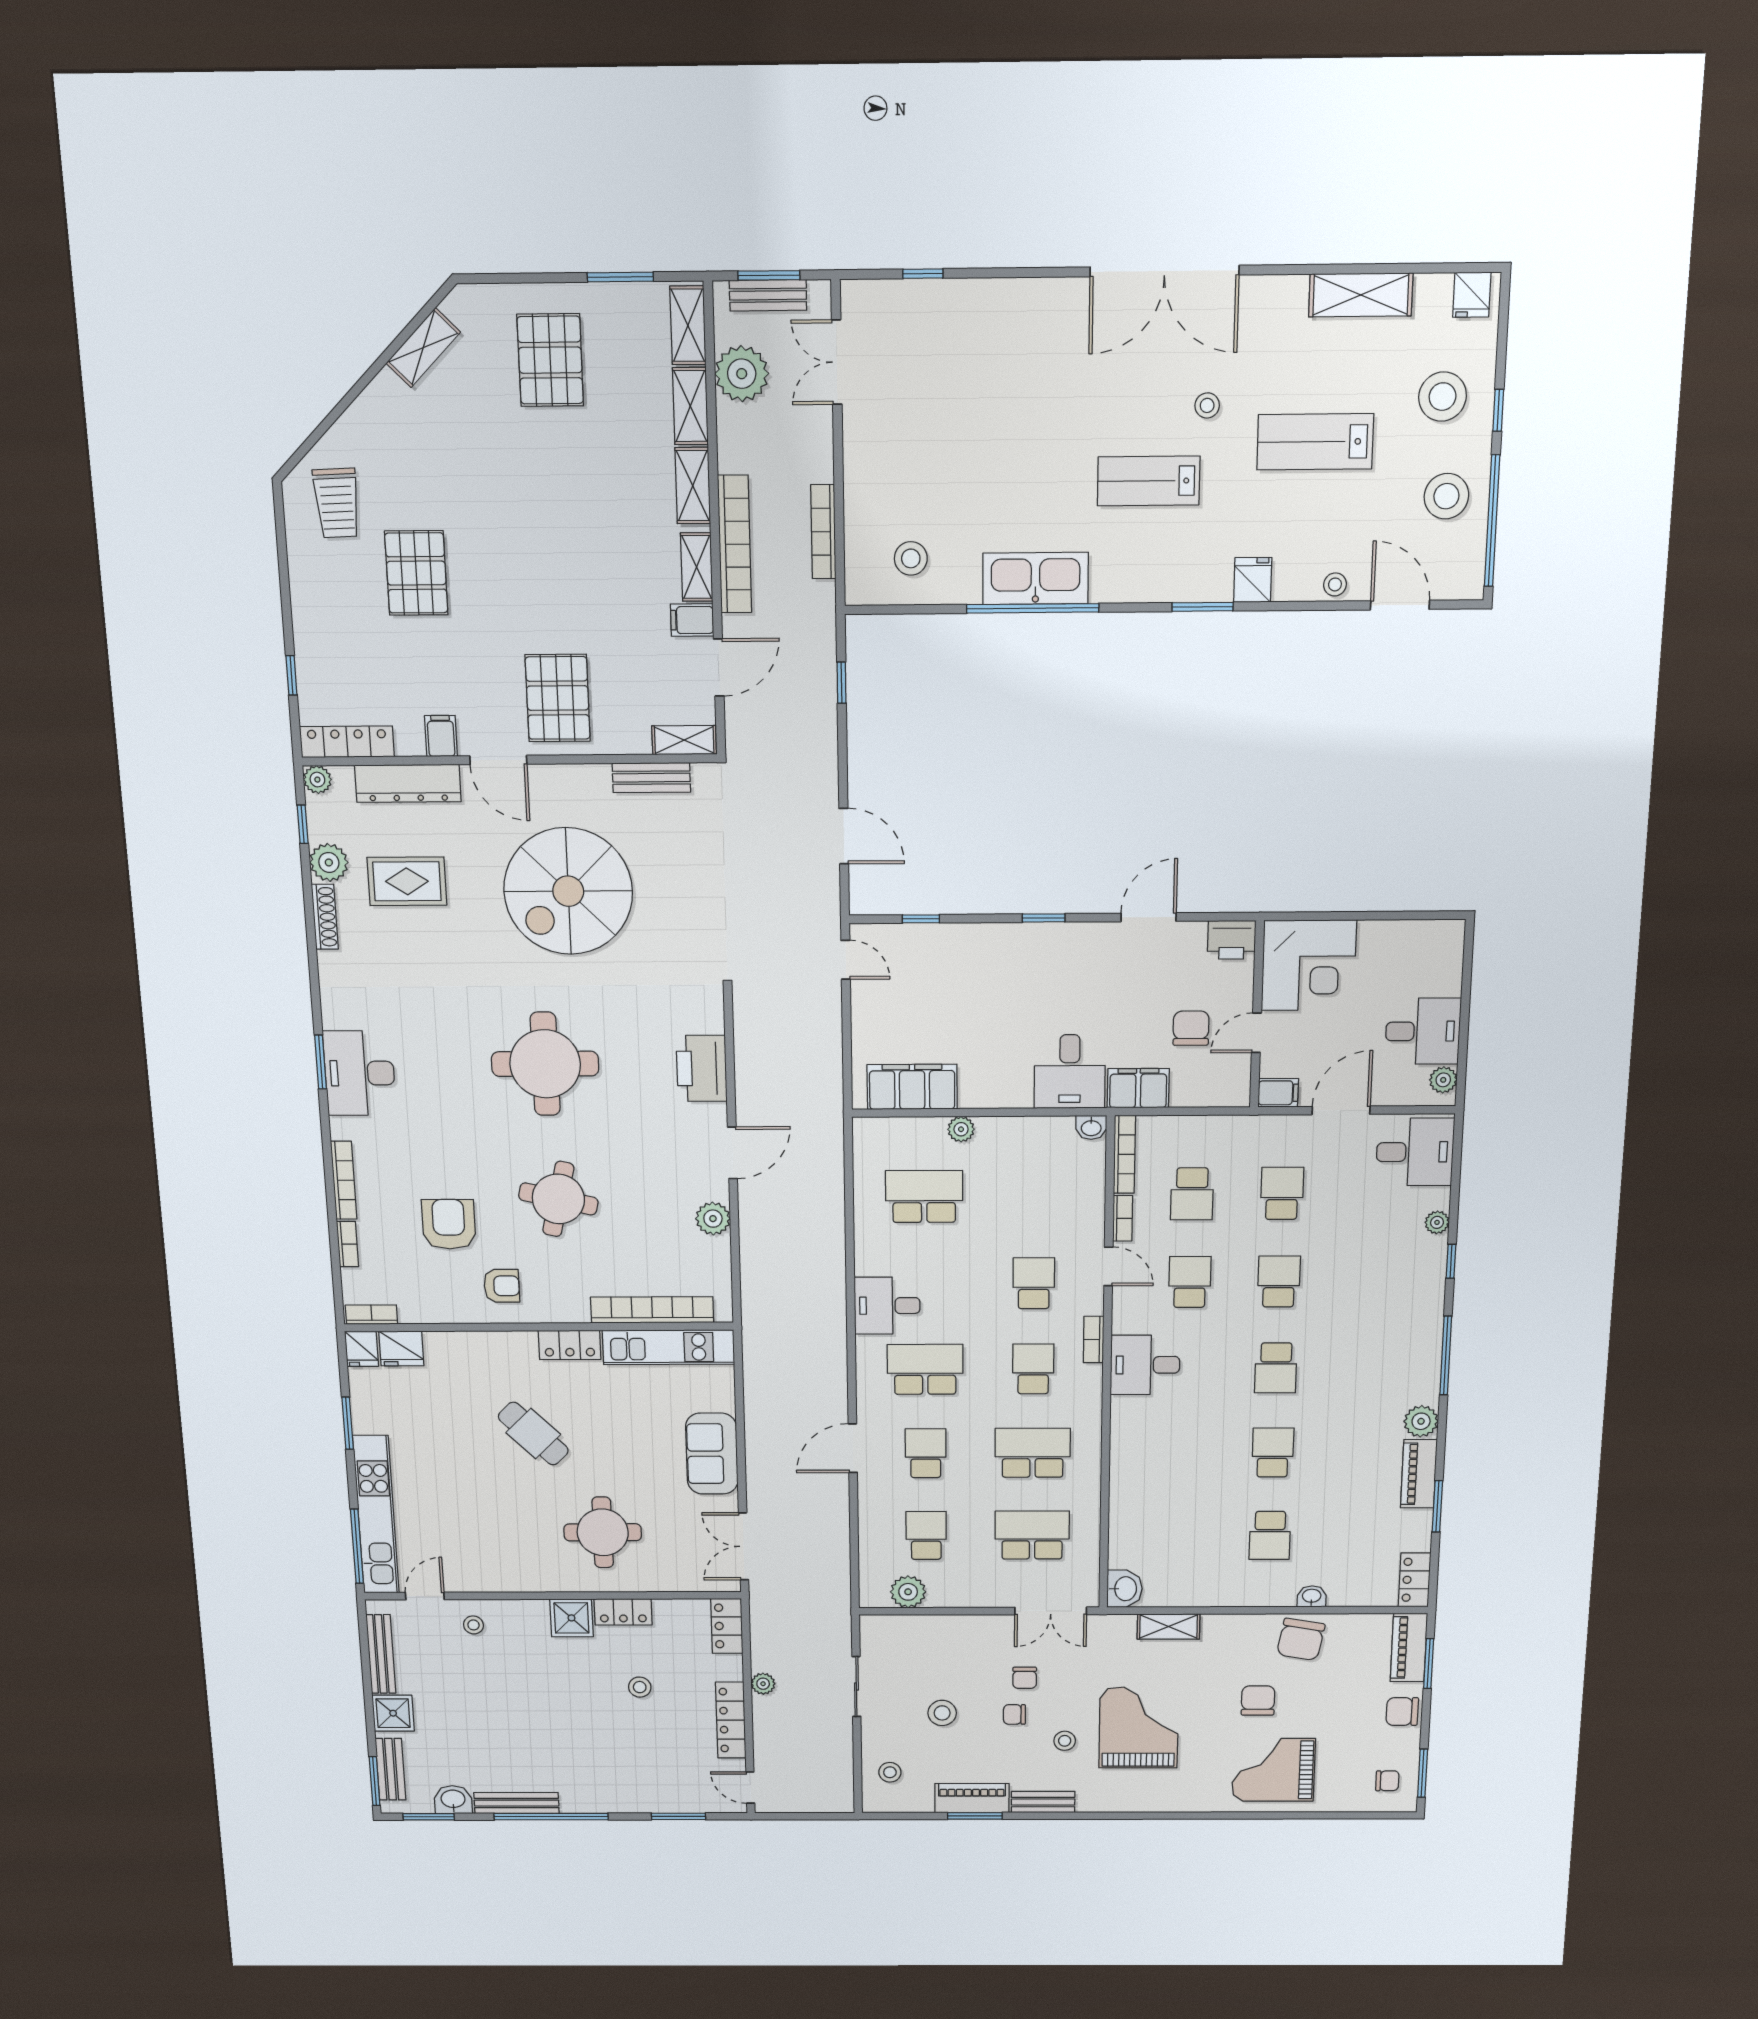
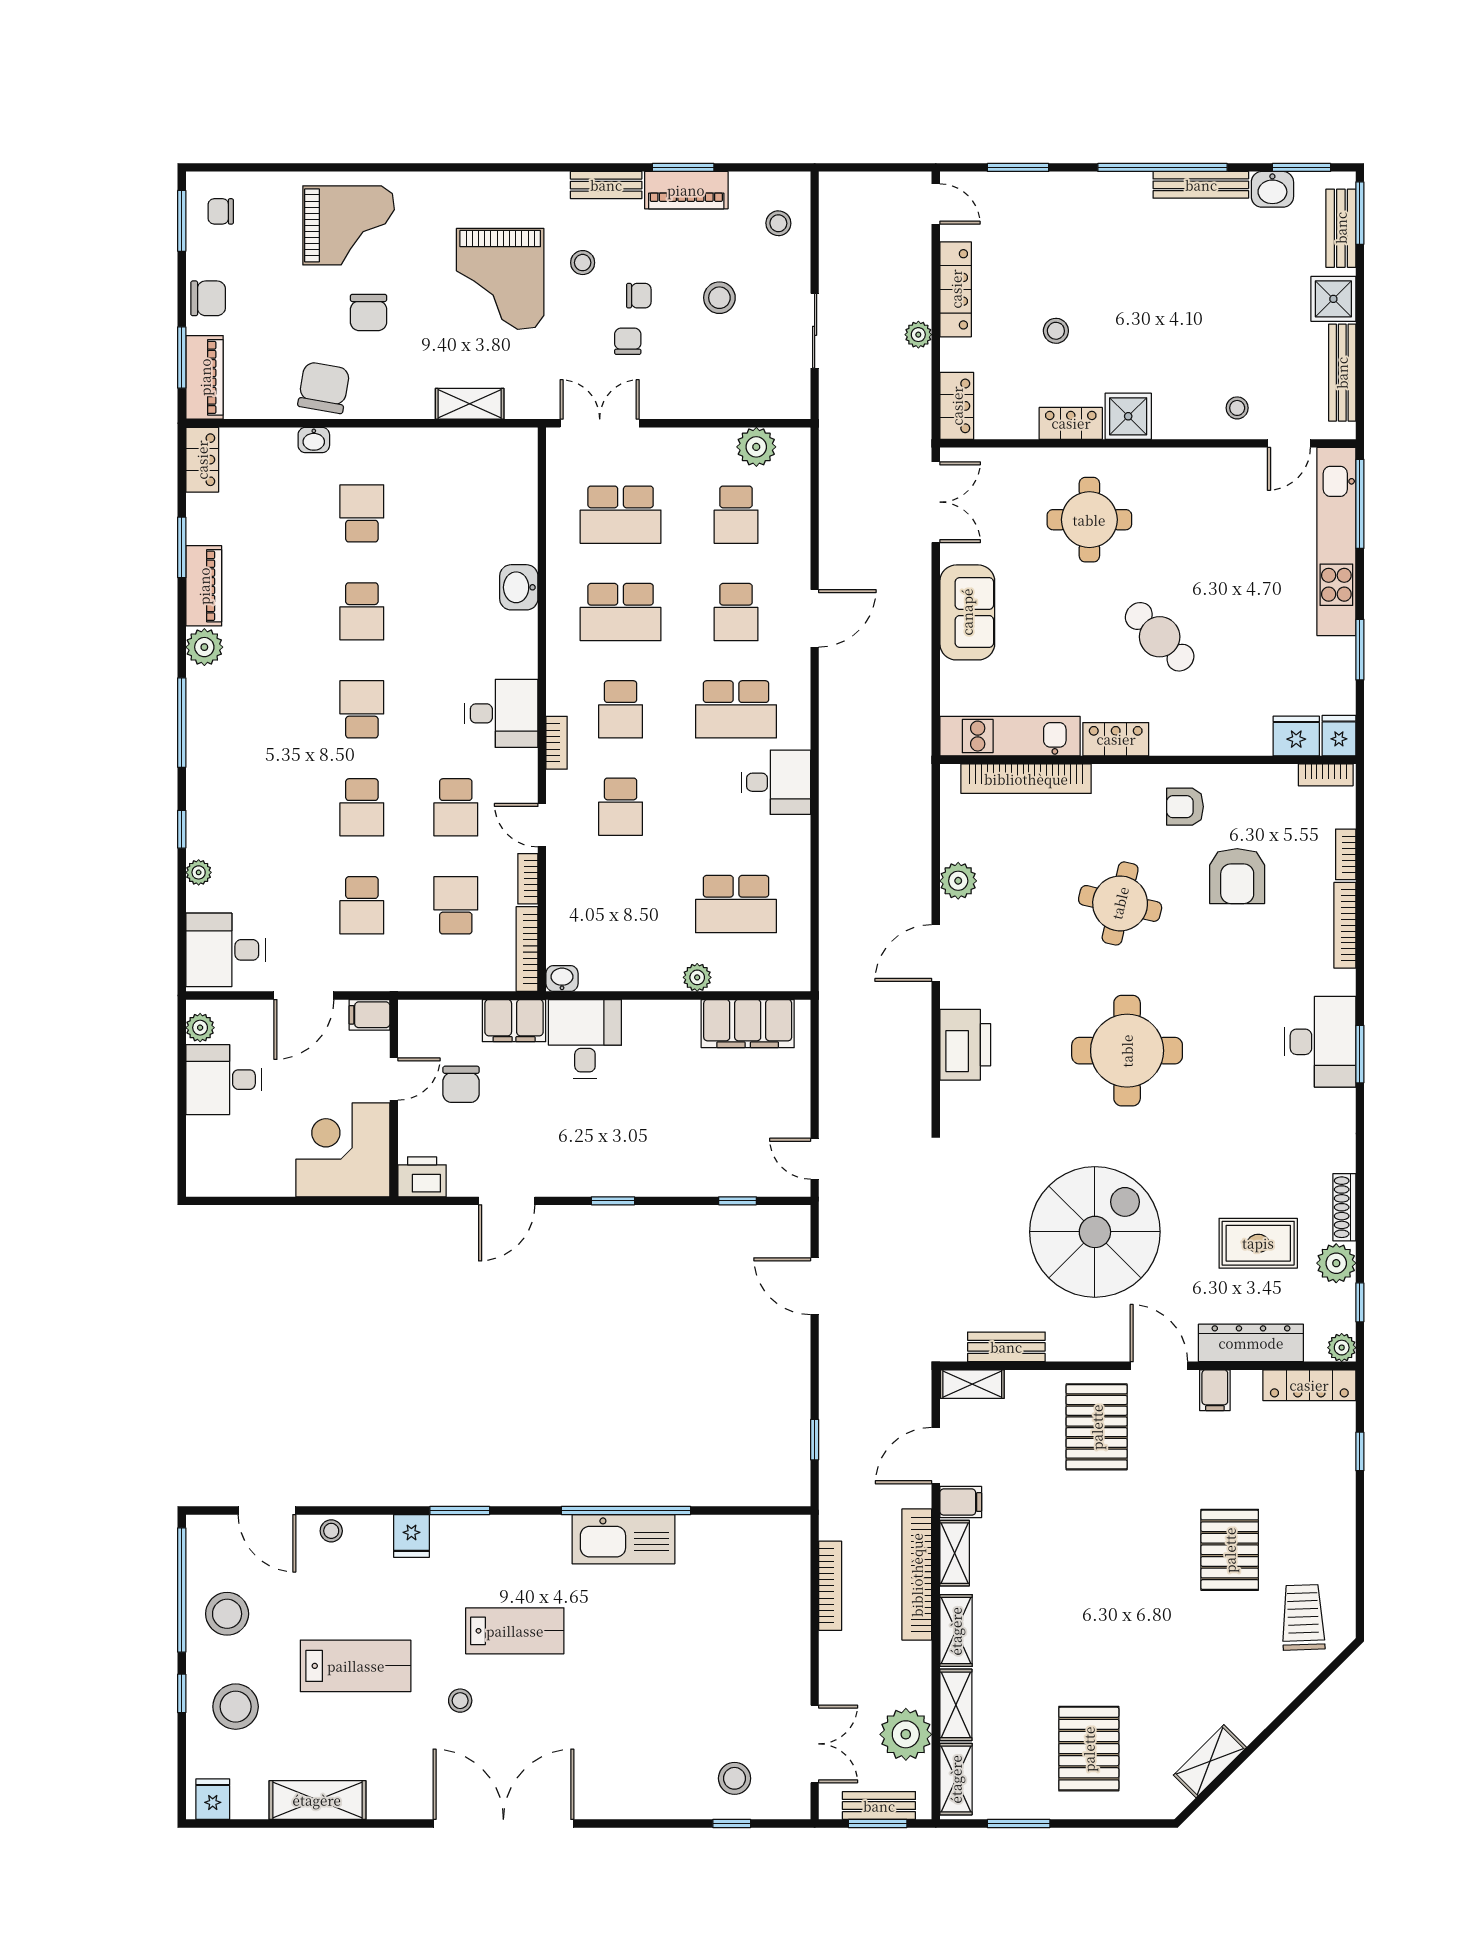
stool: (911, 558) -> (735, 1778), moved
washbasin: (1125, 1589) -> (519, 587), moved

